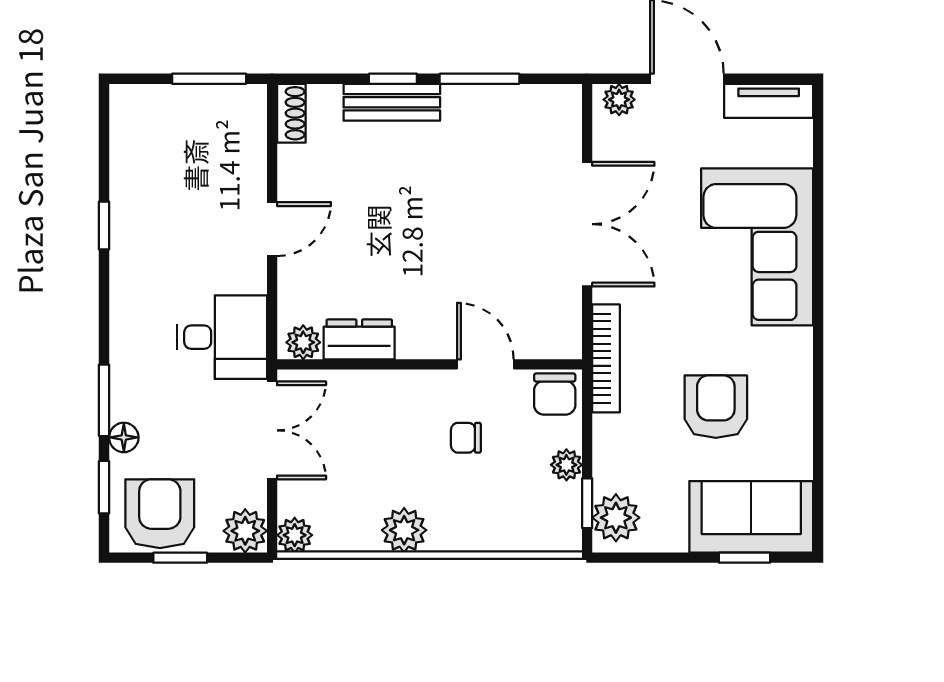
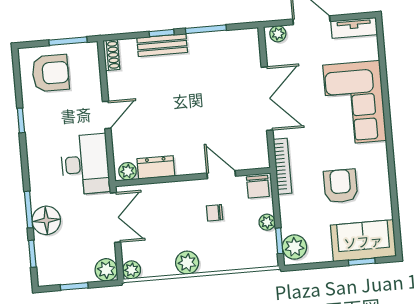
desk: (222, 337) -> (85, 164), width x1.37
floor lamp: (124, 437) -> (46, 220), width x1.89, depth x1.89
armchair: (160, 514) -> (50, 73), moved, turned 90

